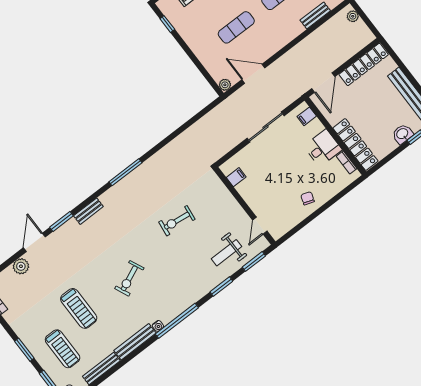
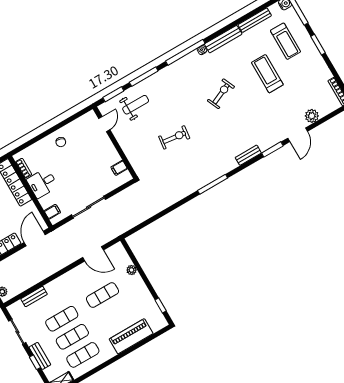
plant: (225, 85) -> (132, 270), moved
window: (221, 287) -> (144, 77), width x1.44
treadmill: (63, 349) -> (286, 41), turned 180

